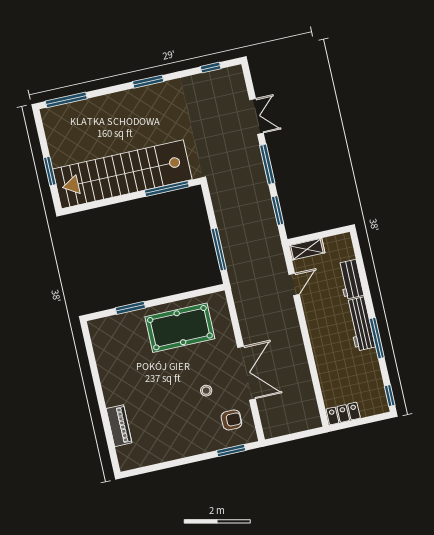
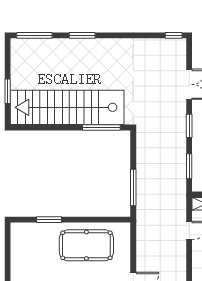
window: (211, 68) -> (174, 35), moved
window: (148, 82) -> (82, 35), moved
window: (267, 164) -> (189, 126), width x0.69

